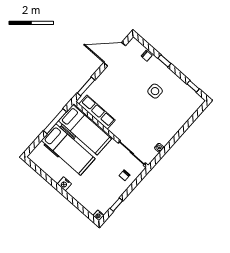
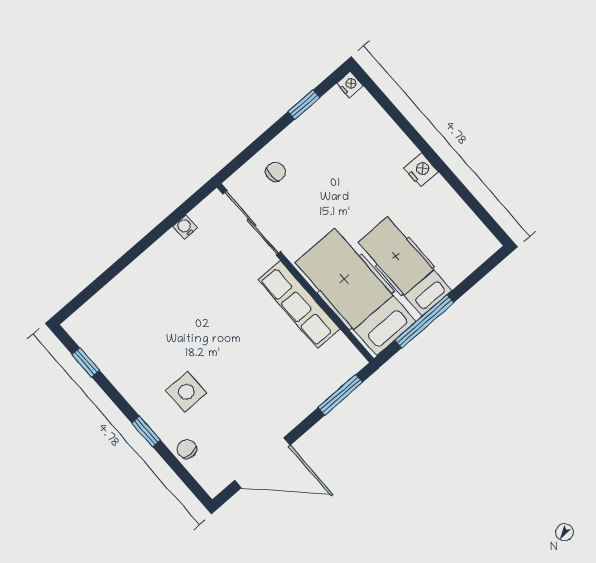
side table: (155, 91) -> (186, 392), moved
row of seats: (97, 112) -> (299, 304), moved
hospital bed: (68, 150) -> (405, 266), width x0.73, depth x0.78

